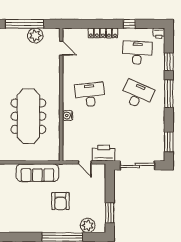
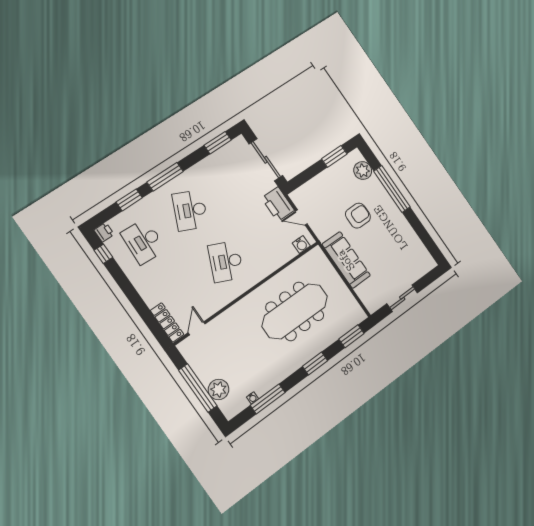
window: (129, 24) -> (103, 254), moved
locker: (103, 33) -> (167, 322), moved
plant: (35, 36) -> (219, 389), moved
desk: (90, 95) -> (226, 262), turned 30
water cooler: (68, 115) -> (301, 245), moved
door: (85, 162) -> (301, 217), swing flipped

